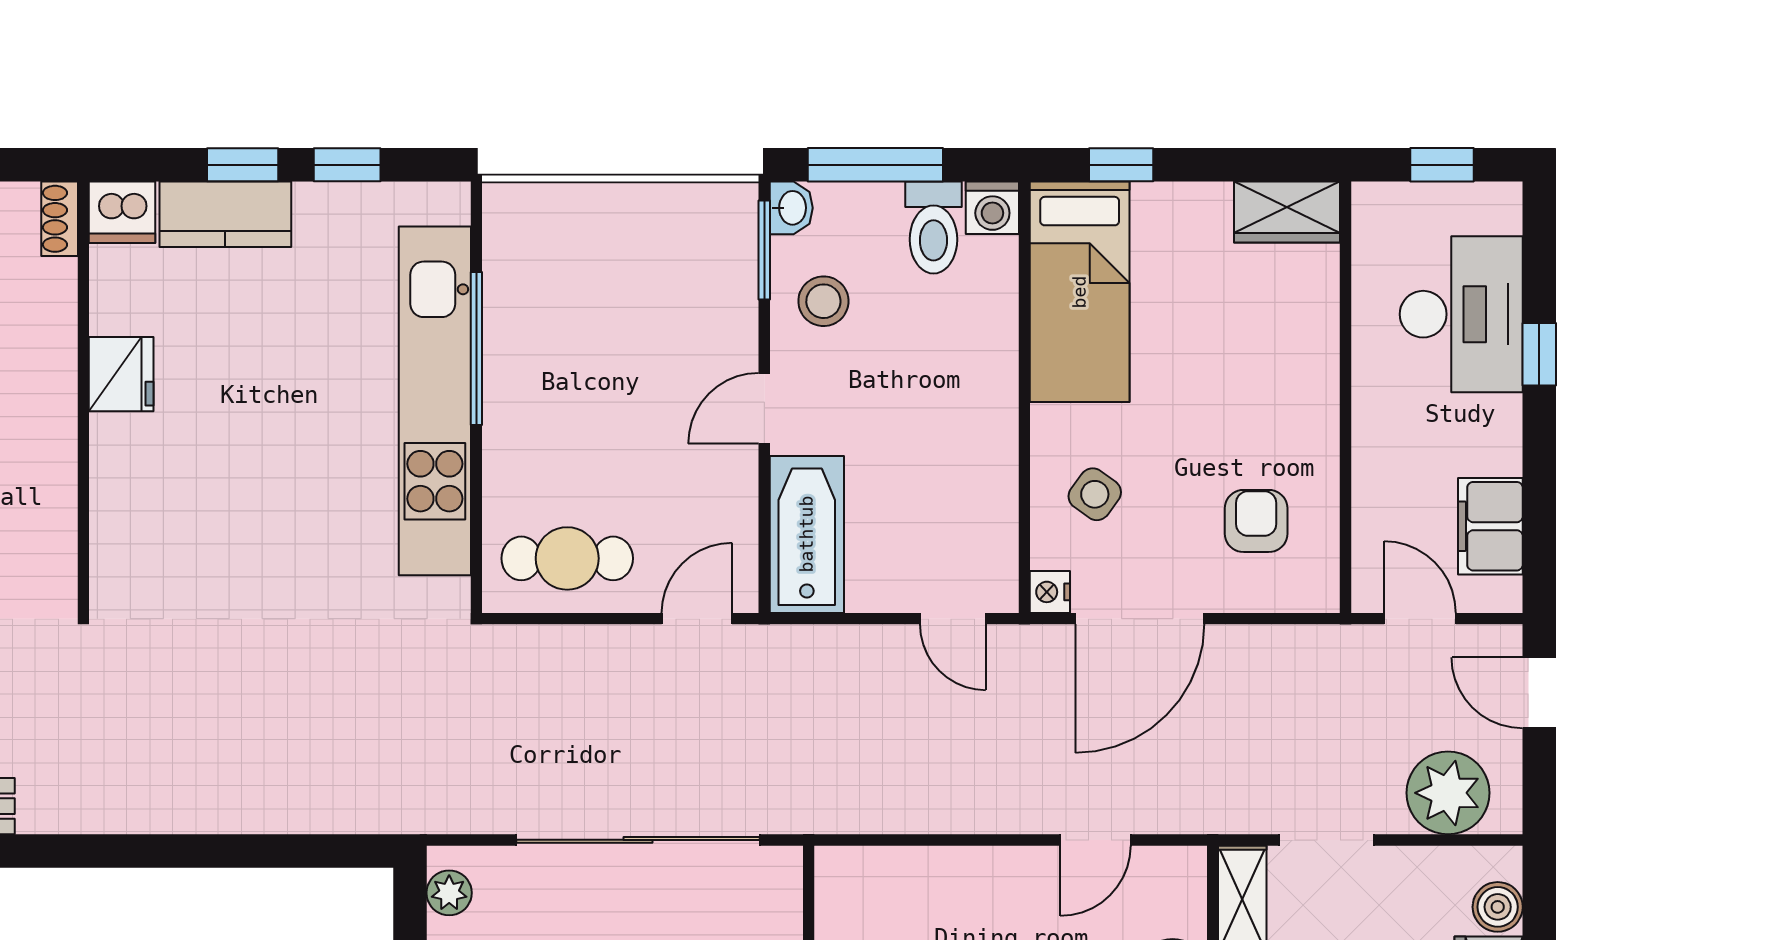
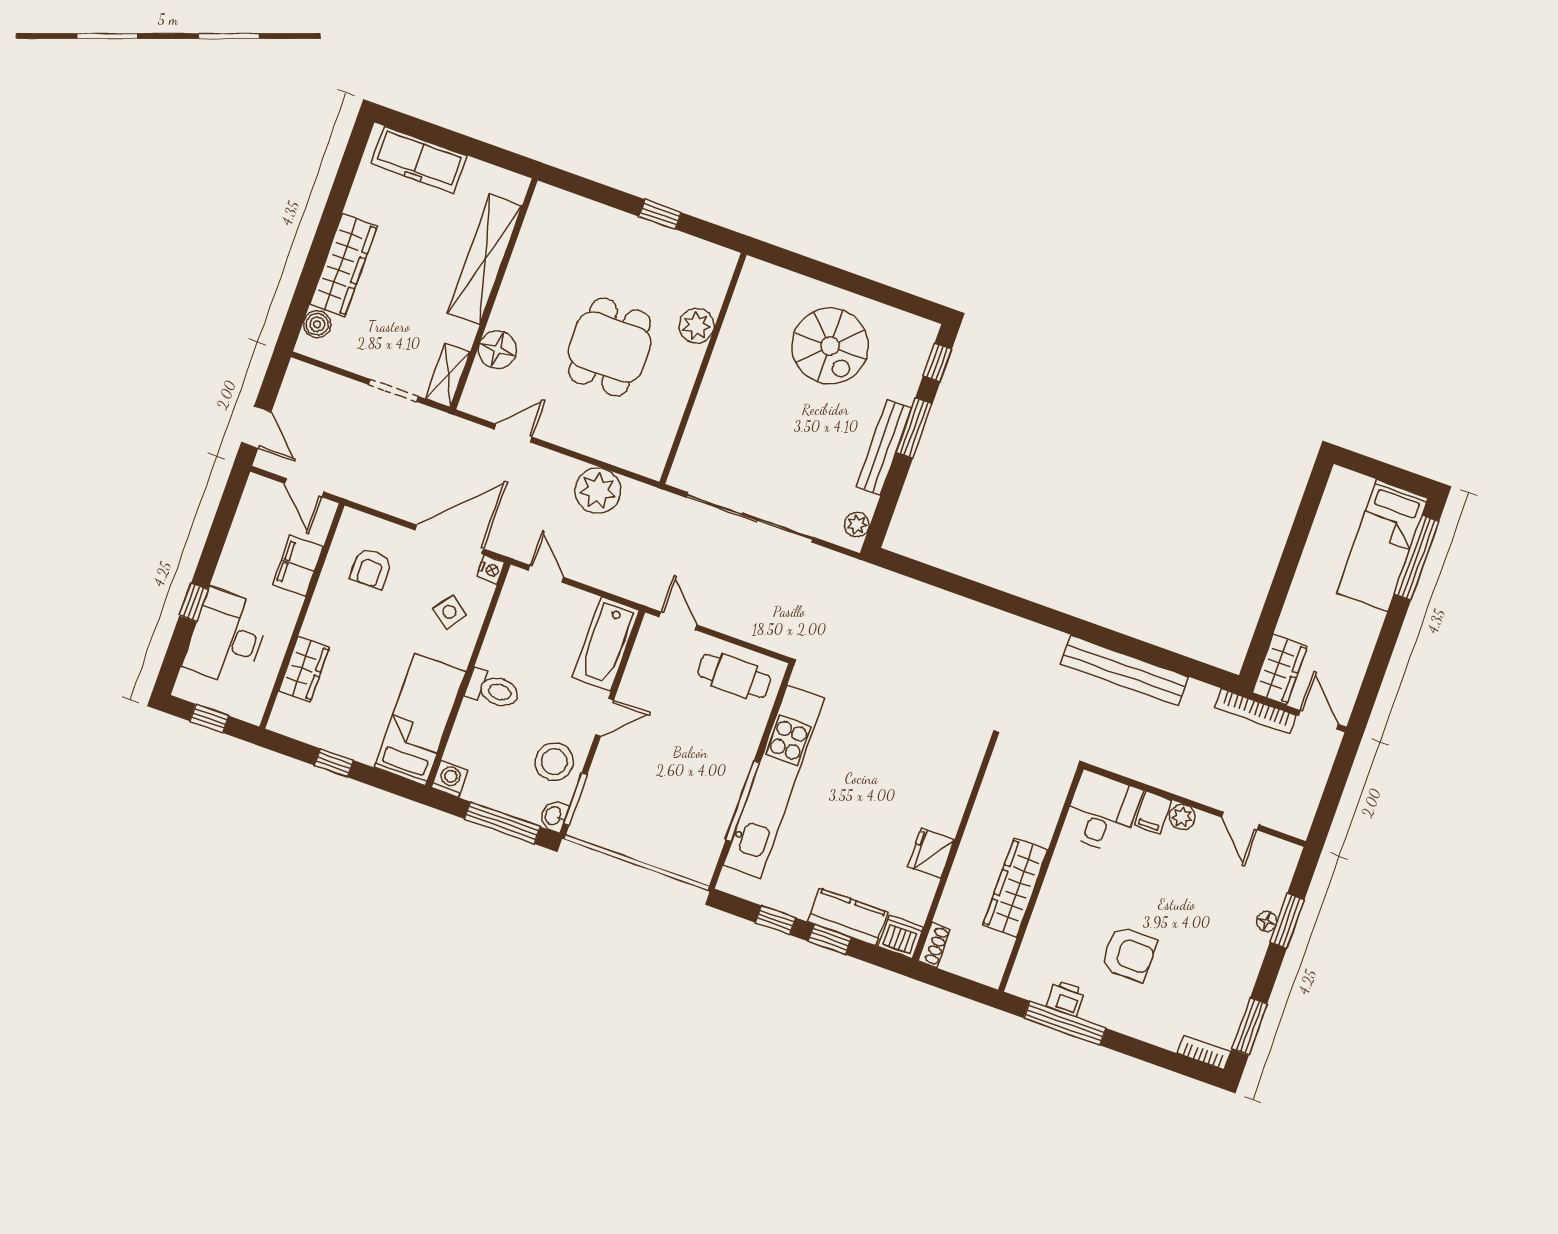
window: (1121, 165) -> (334, 763), moved
wardrobe: (1287, 212) -> (304, 669), moved, turned 90
toilet: (933, 227) -> (493, 690), moved, turned 90
stool: (823, 301) -> (554, 762), width x1.38, depth x1.38
filing cabinet: (1490, 526) -> (298, 566), moved, turned 180
door: (697, 619) -> (678, 621), swing flipped
plant: (1448, 793) -> (598, 491), moved

